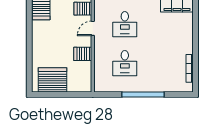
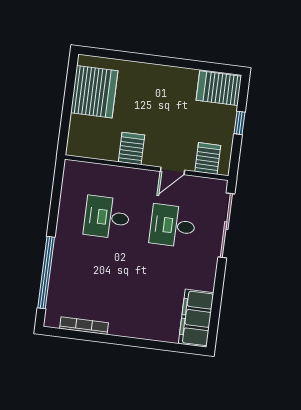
door: (93, 28) -> (173, 171), swing flipped
window: (143, 94) -> (46, 273), moved

